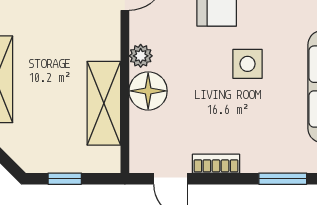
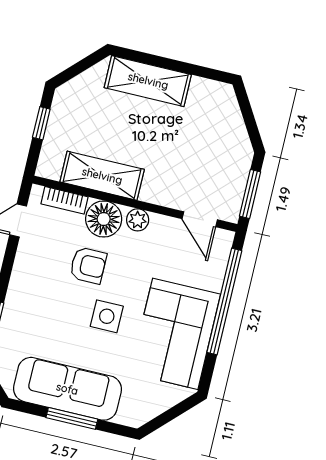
armchair: (200, 96) -> (88, 265), added
bookcase: (216, 164) -> (64, 200), moved, turned 90

